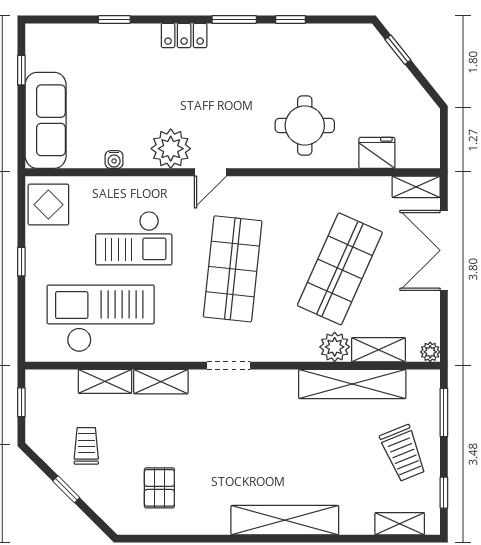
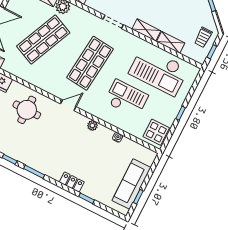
locker: (184, 36) -> (72, 182), moved
sofa: (46, 120) -> (131, 184), moved
plant: (171, 149) -> (92, 125), width x0.53, depth x0.53
door: (210, 172) -> (68, 105), moved
trolley: (86, 446) -> (203, 37), moved

